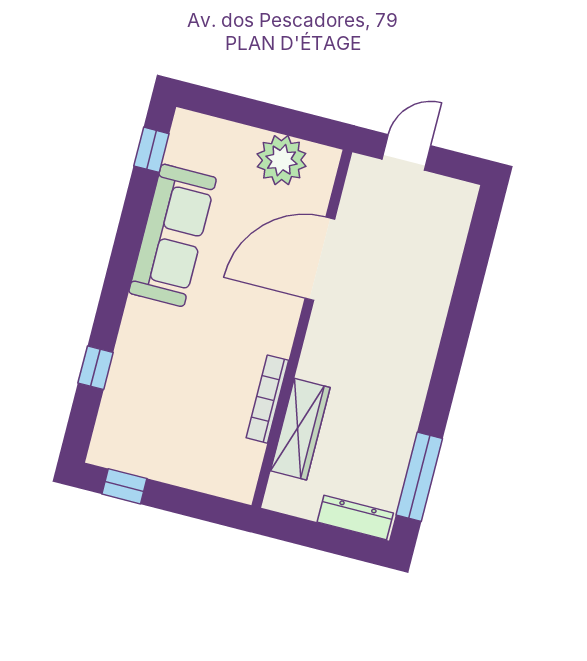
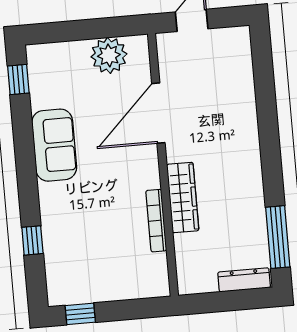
sofa: (173, 235) -> (54, 145), width x0.73
wardrobe: (300, 429) -> (183, 198), moved

